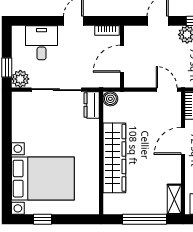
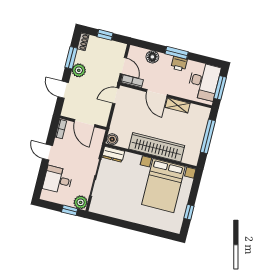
bed with nightstands: (43, 179) -> (163, 186), moved, turned 180
shelving: (174, 199) -> (178, 105), moved

